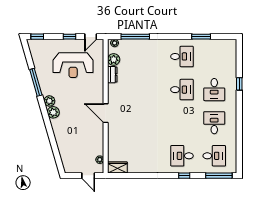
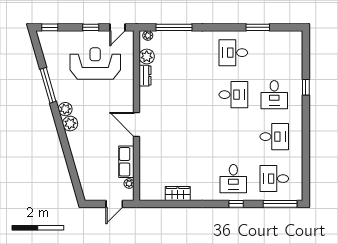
desk: (182, 56) -> (233, 53), turned 180
reception desk: (73, 65) -> (95, 64), turned 180
desk: (214, 123) -> (274, 137), turned 90
row of seats: (98, 143) -> (126, 162), added
desk: (182, 156) -> (233, 179), turned -90
desk: (214, 156) -> (274, 179), turned 180
wardrobe: (117, 168) -> (178, 193), moved
door: (88, 176) -> (114, 204), hinge flipped

